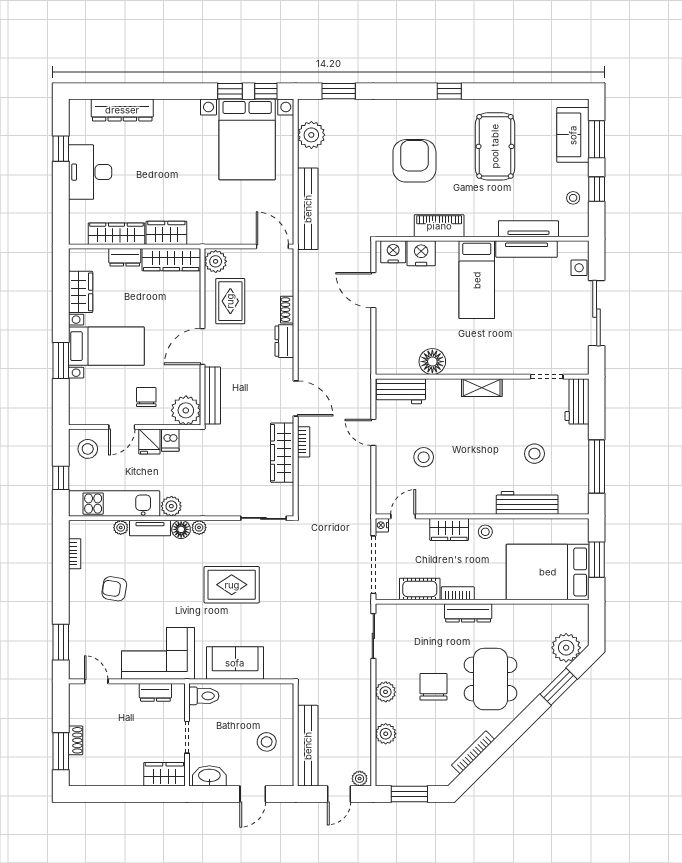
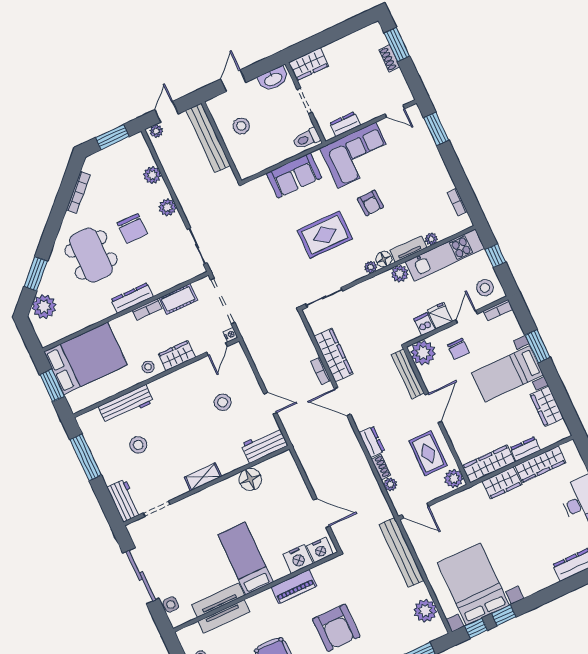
plant: (286, 287) -> (390, 484), added
bookcase: (85, 419) -> (498, 310), added
armchair: (114, 589) -> (370, 203), moved, turned 79

